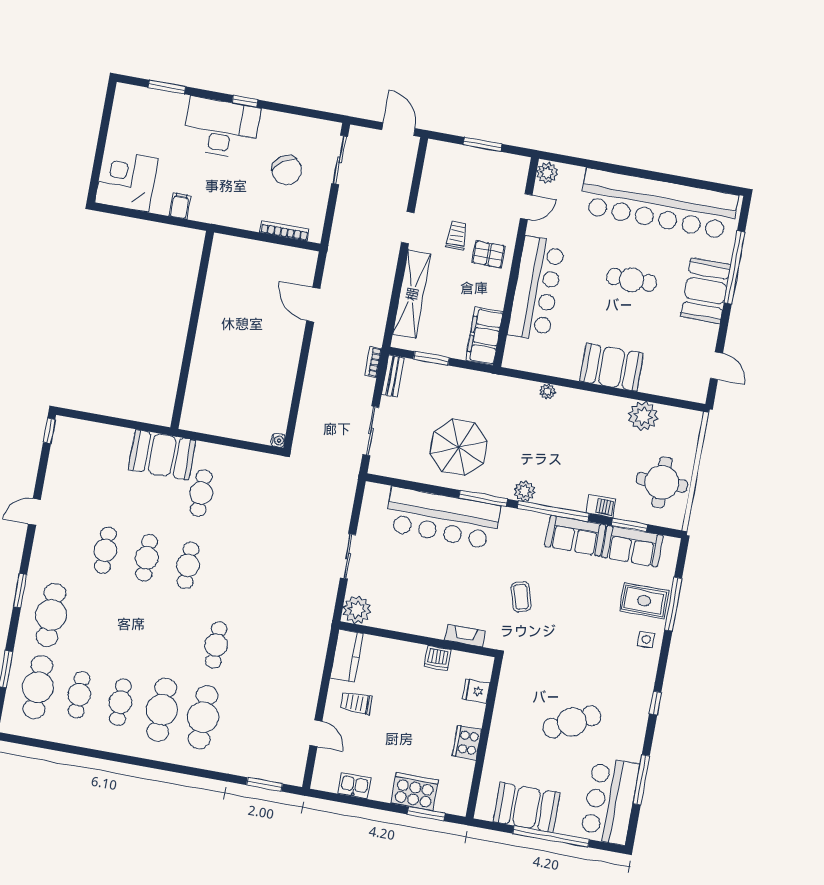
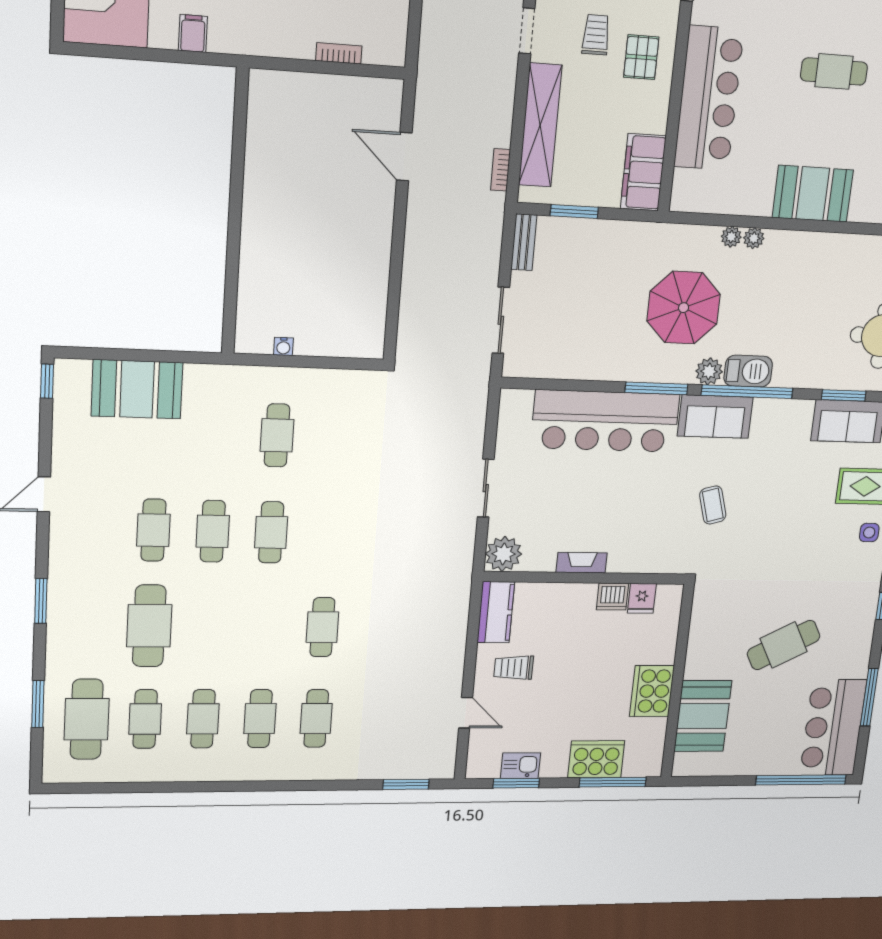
bookcase: (284, 231) -> (339, 53), width x0.64
pallet: (489, 254) -> (641, 57), turned 90
bookcase: (373, 362) -> (501, 170), moved
plant: (643, 416) -> (754, 238), moved, width x0.53, depth x0.53
water cooler: (278, 440) -> (283, 346), moved, turned 90
parasol: (459, 447) -> (684, 308), moved
booth: (162, 455) -> (137, 389), moved
barbecue: (601, 506) -> (748, 371), moved, width x1.38, depth x1.27
sofa: (575, 536) -> (715, 417), moved
cafe table: (51, 615) -> (149, 626), moved
fireplace: (465, 636) -> (582, 563), moved
fridge: (476, 691) -> (642, 598), moved, turned -90
cafe table: (162, 710) -> (260, 719), width x0.73, depth x0.74
cafe table: (203, 717) -> (316, 718), width x0.73, depth x0.74
cooker: (467, 743) -> (652, 691), width x1.37, depth x1.31
window: (350, 800) -> (516, 783), added
booth: (527, 807) -> (703, 716), moved, turned 90
window: (426, 814) -> (613, 782), width x1.44
window: (551, 836) -> (801, 780), moved

